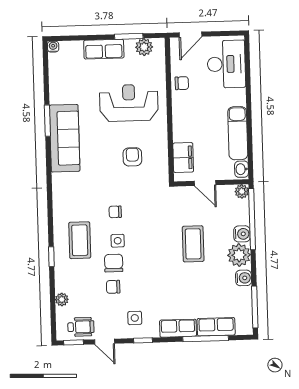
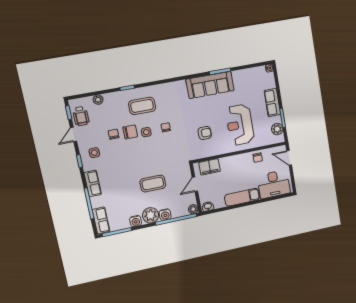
reception desk: (129, 103) -> (240, 125), turned 180
exam couch: (238, 133) -> (242, 197), moved
row of seats: (216, 327) -> (101, 220), moved

